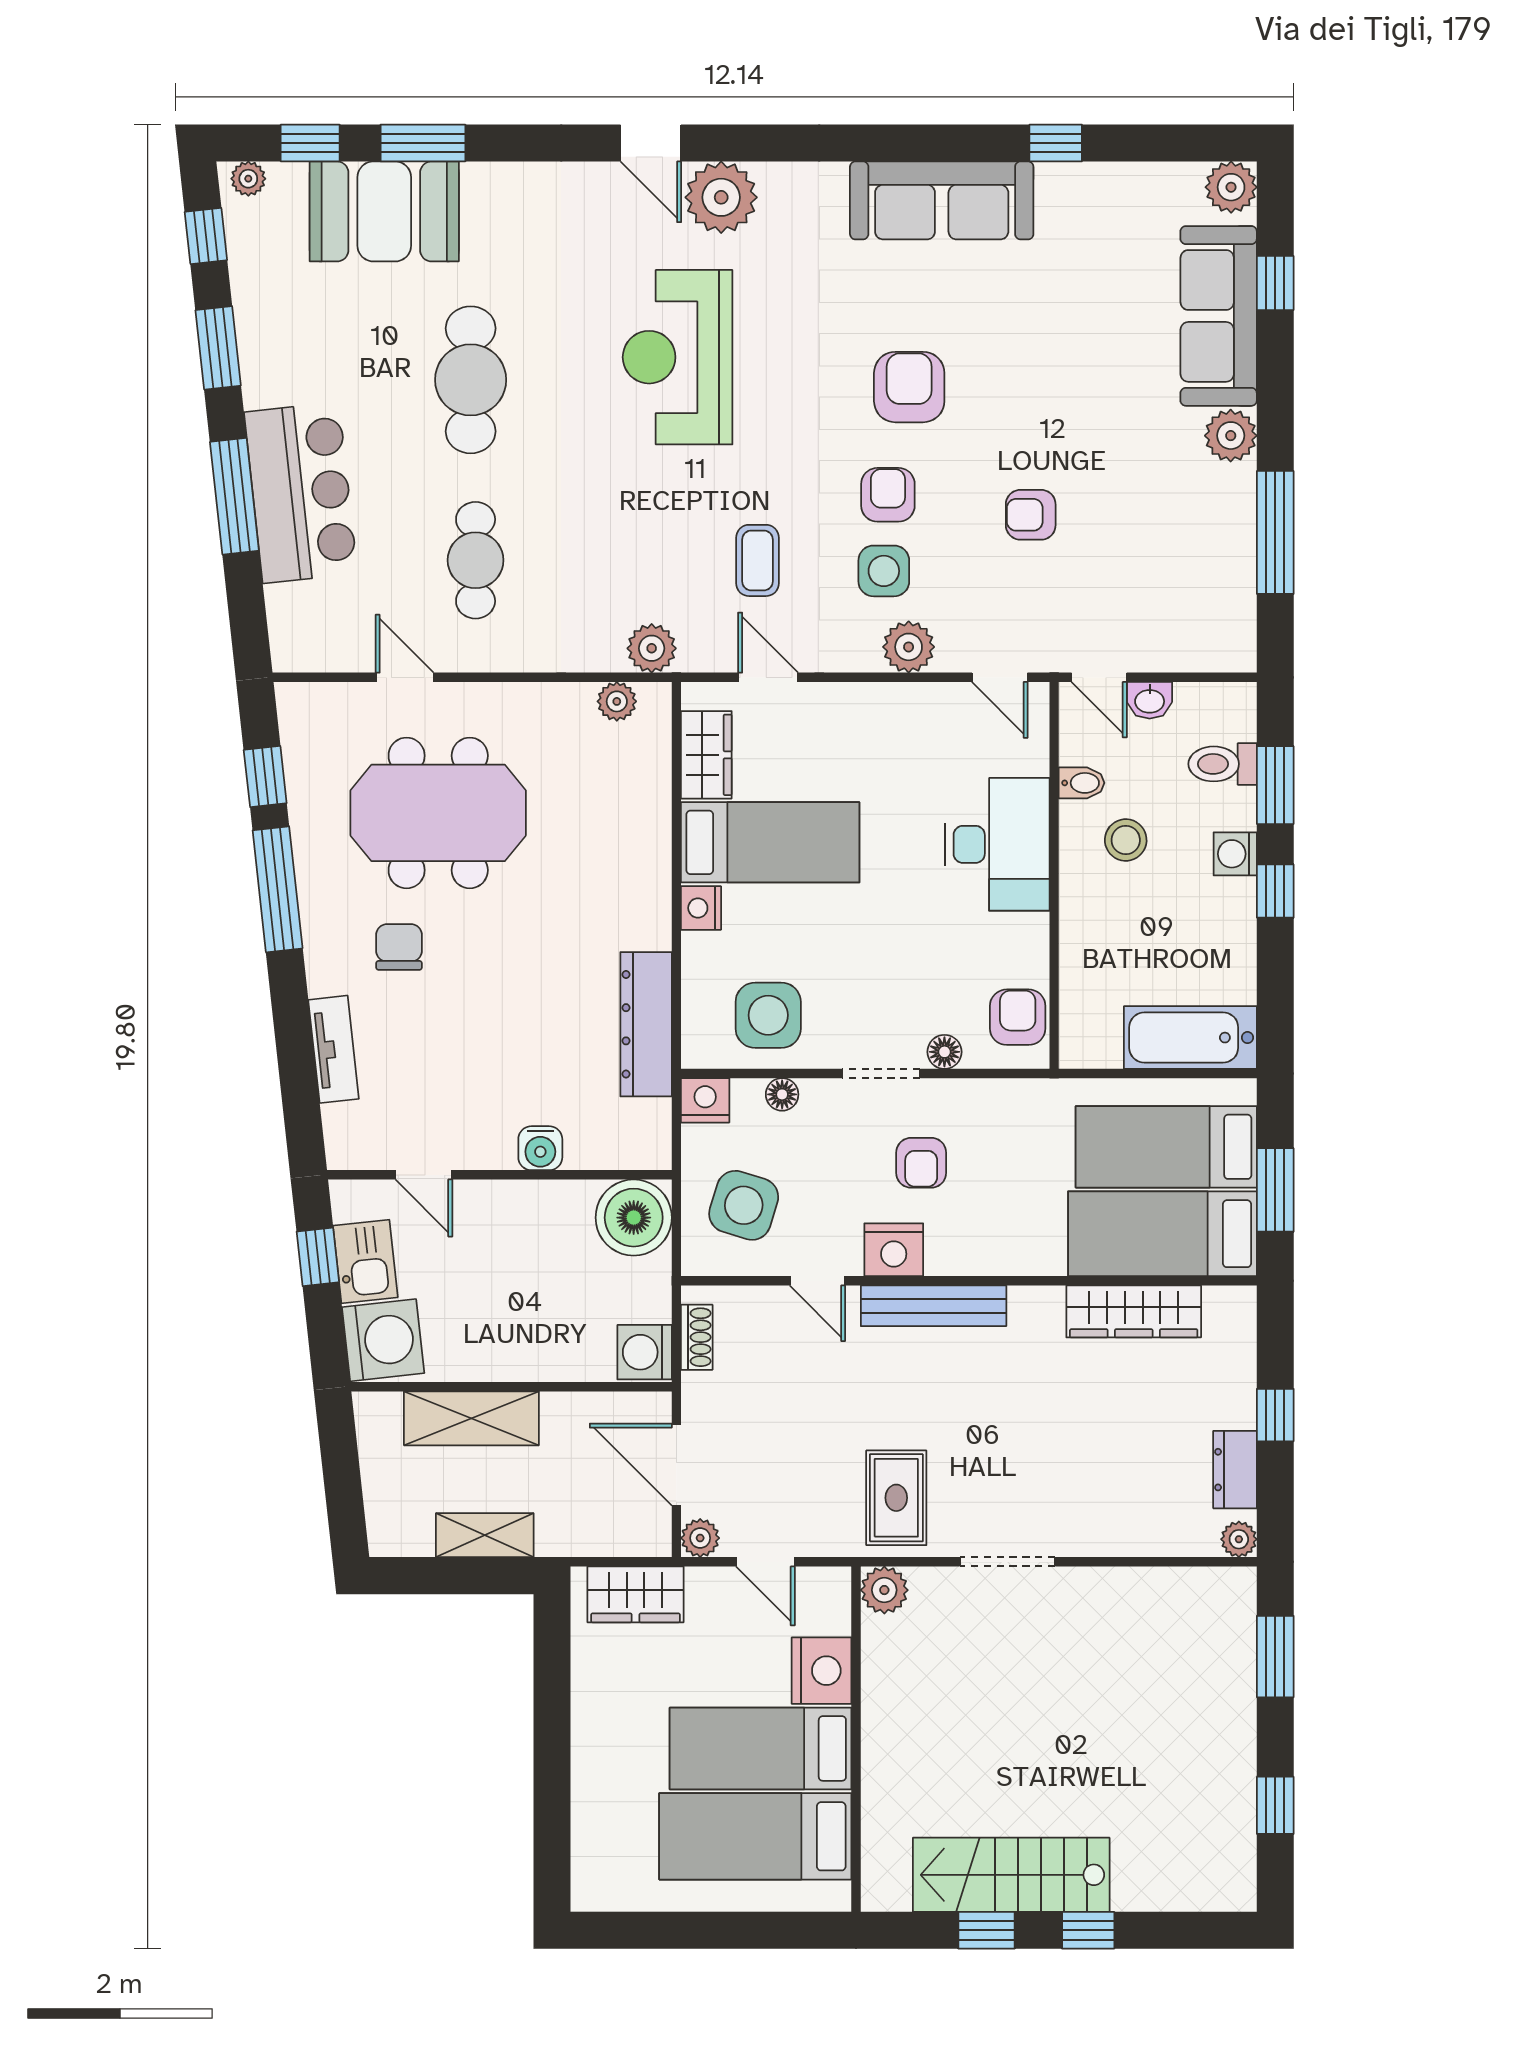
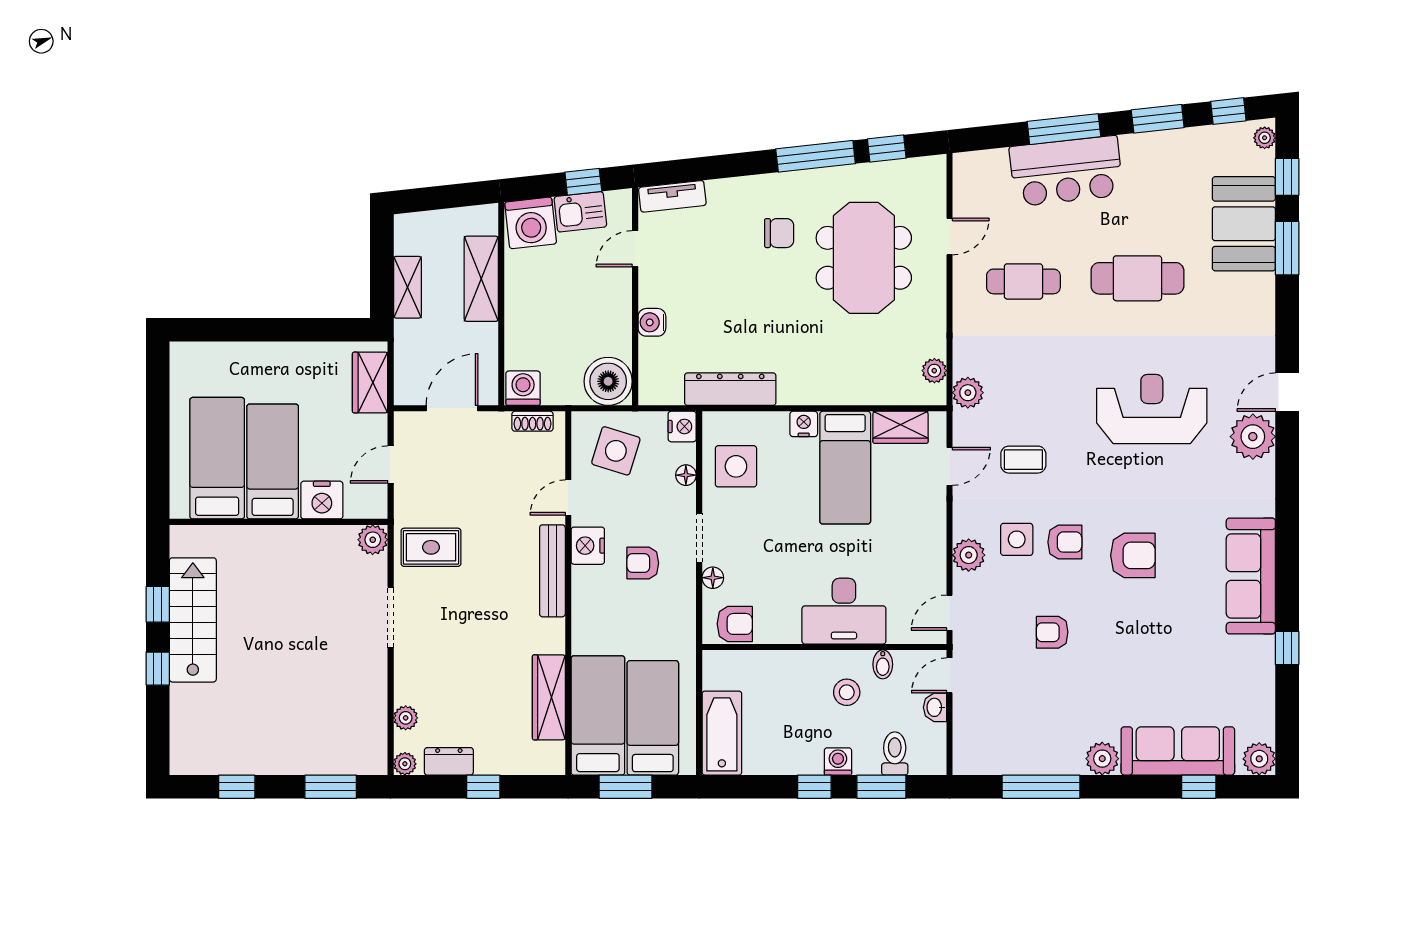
armchair: (1031, 515) -> (1052, 632), turned -90
tv unit: (334, 1049) -> (672, 196), moved
plant: (700, 1538) -> (406, 718), moved

